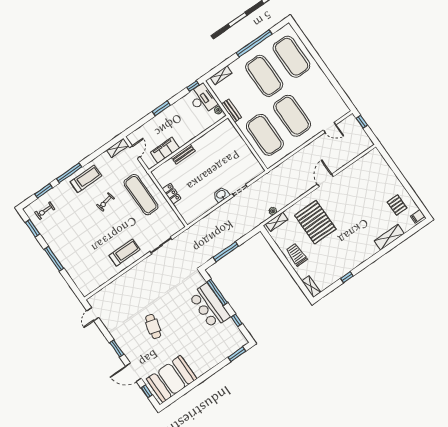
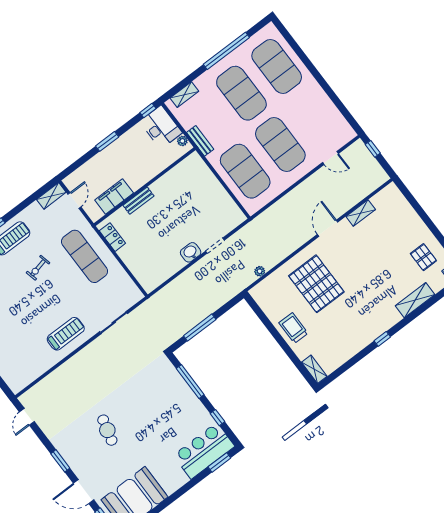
locker: (171, 194) -> (112, 237), moved
shelving: (277, 222) -> (361, 213), moved
window: (347, 277) -> (382, 339), moved
bar counter: (209, 306) -> (204, 451), moved, turned 90

